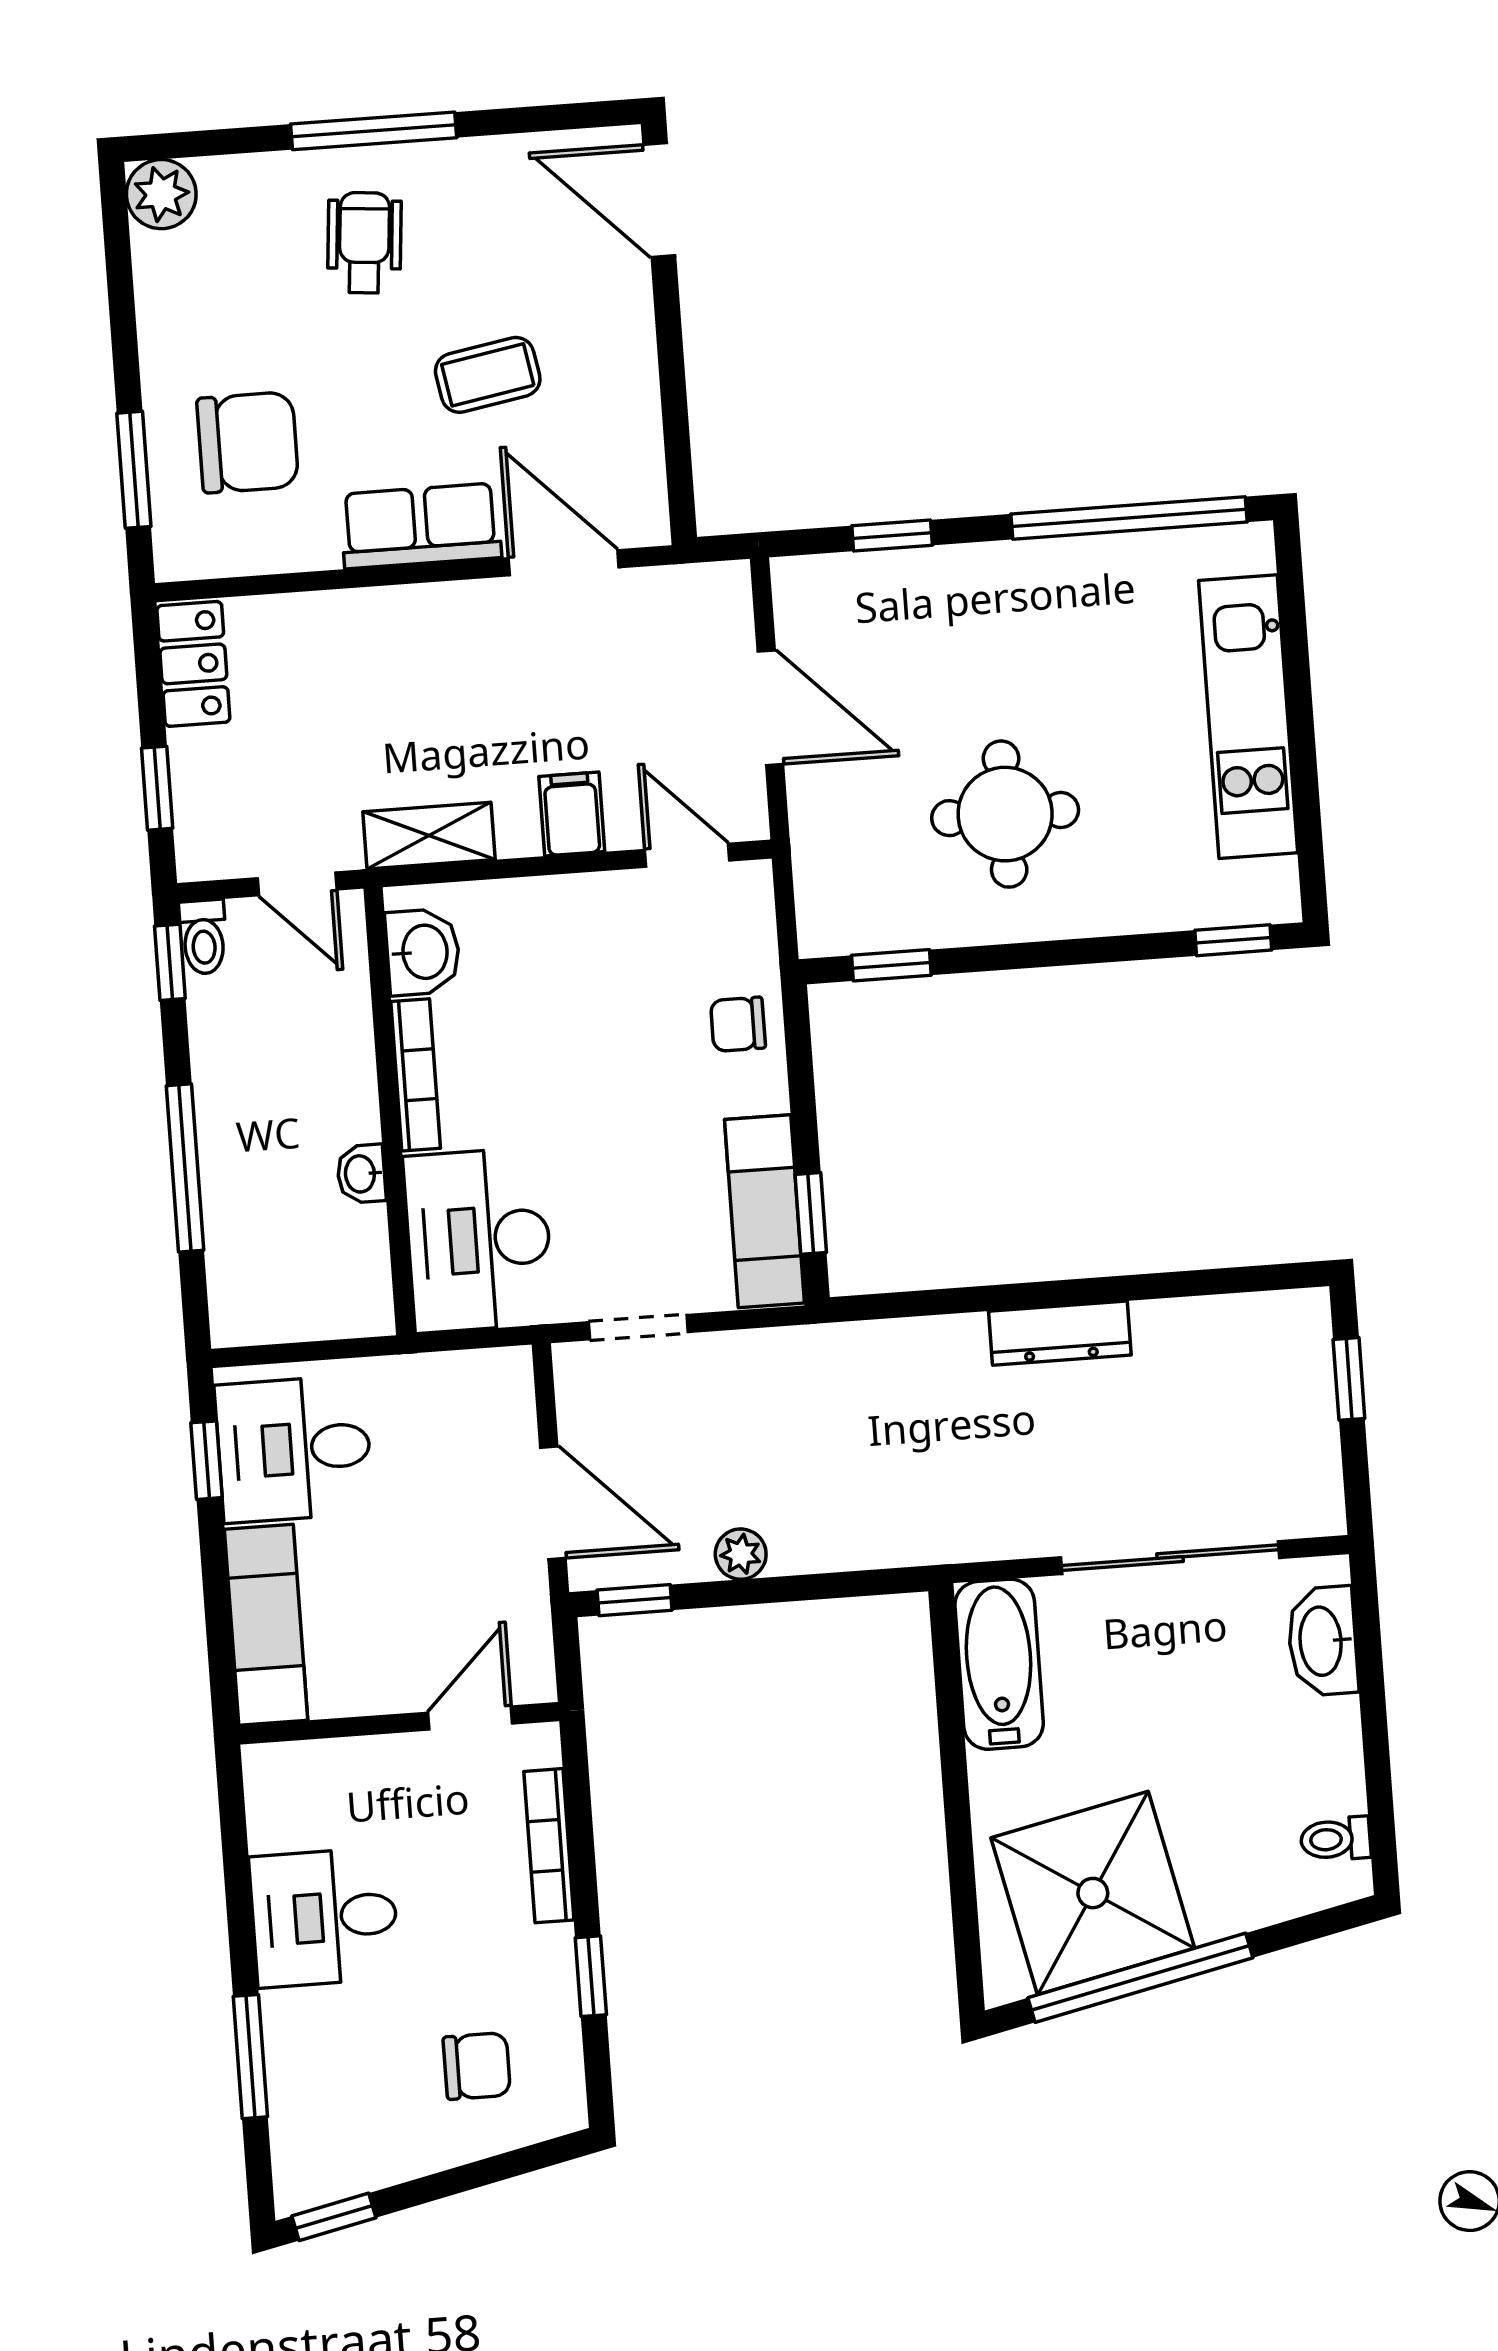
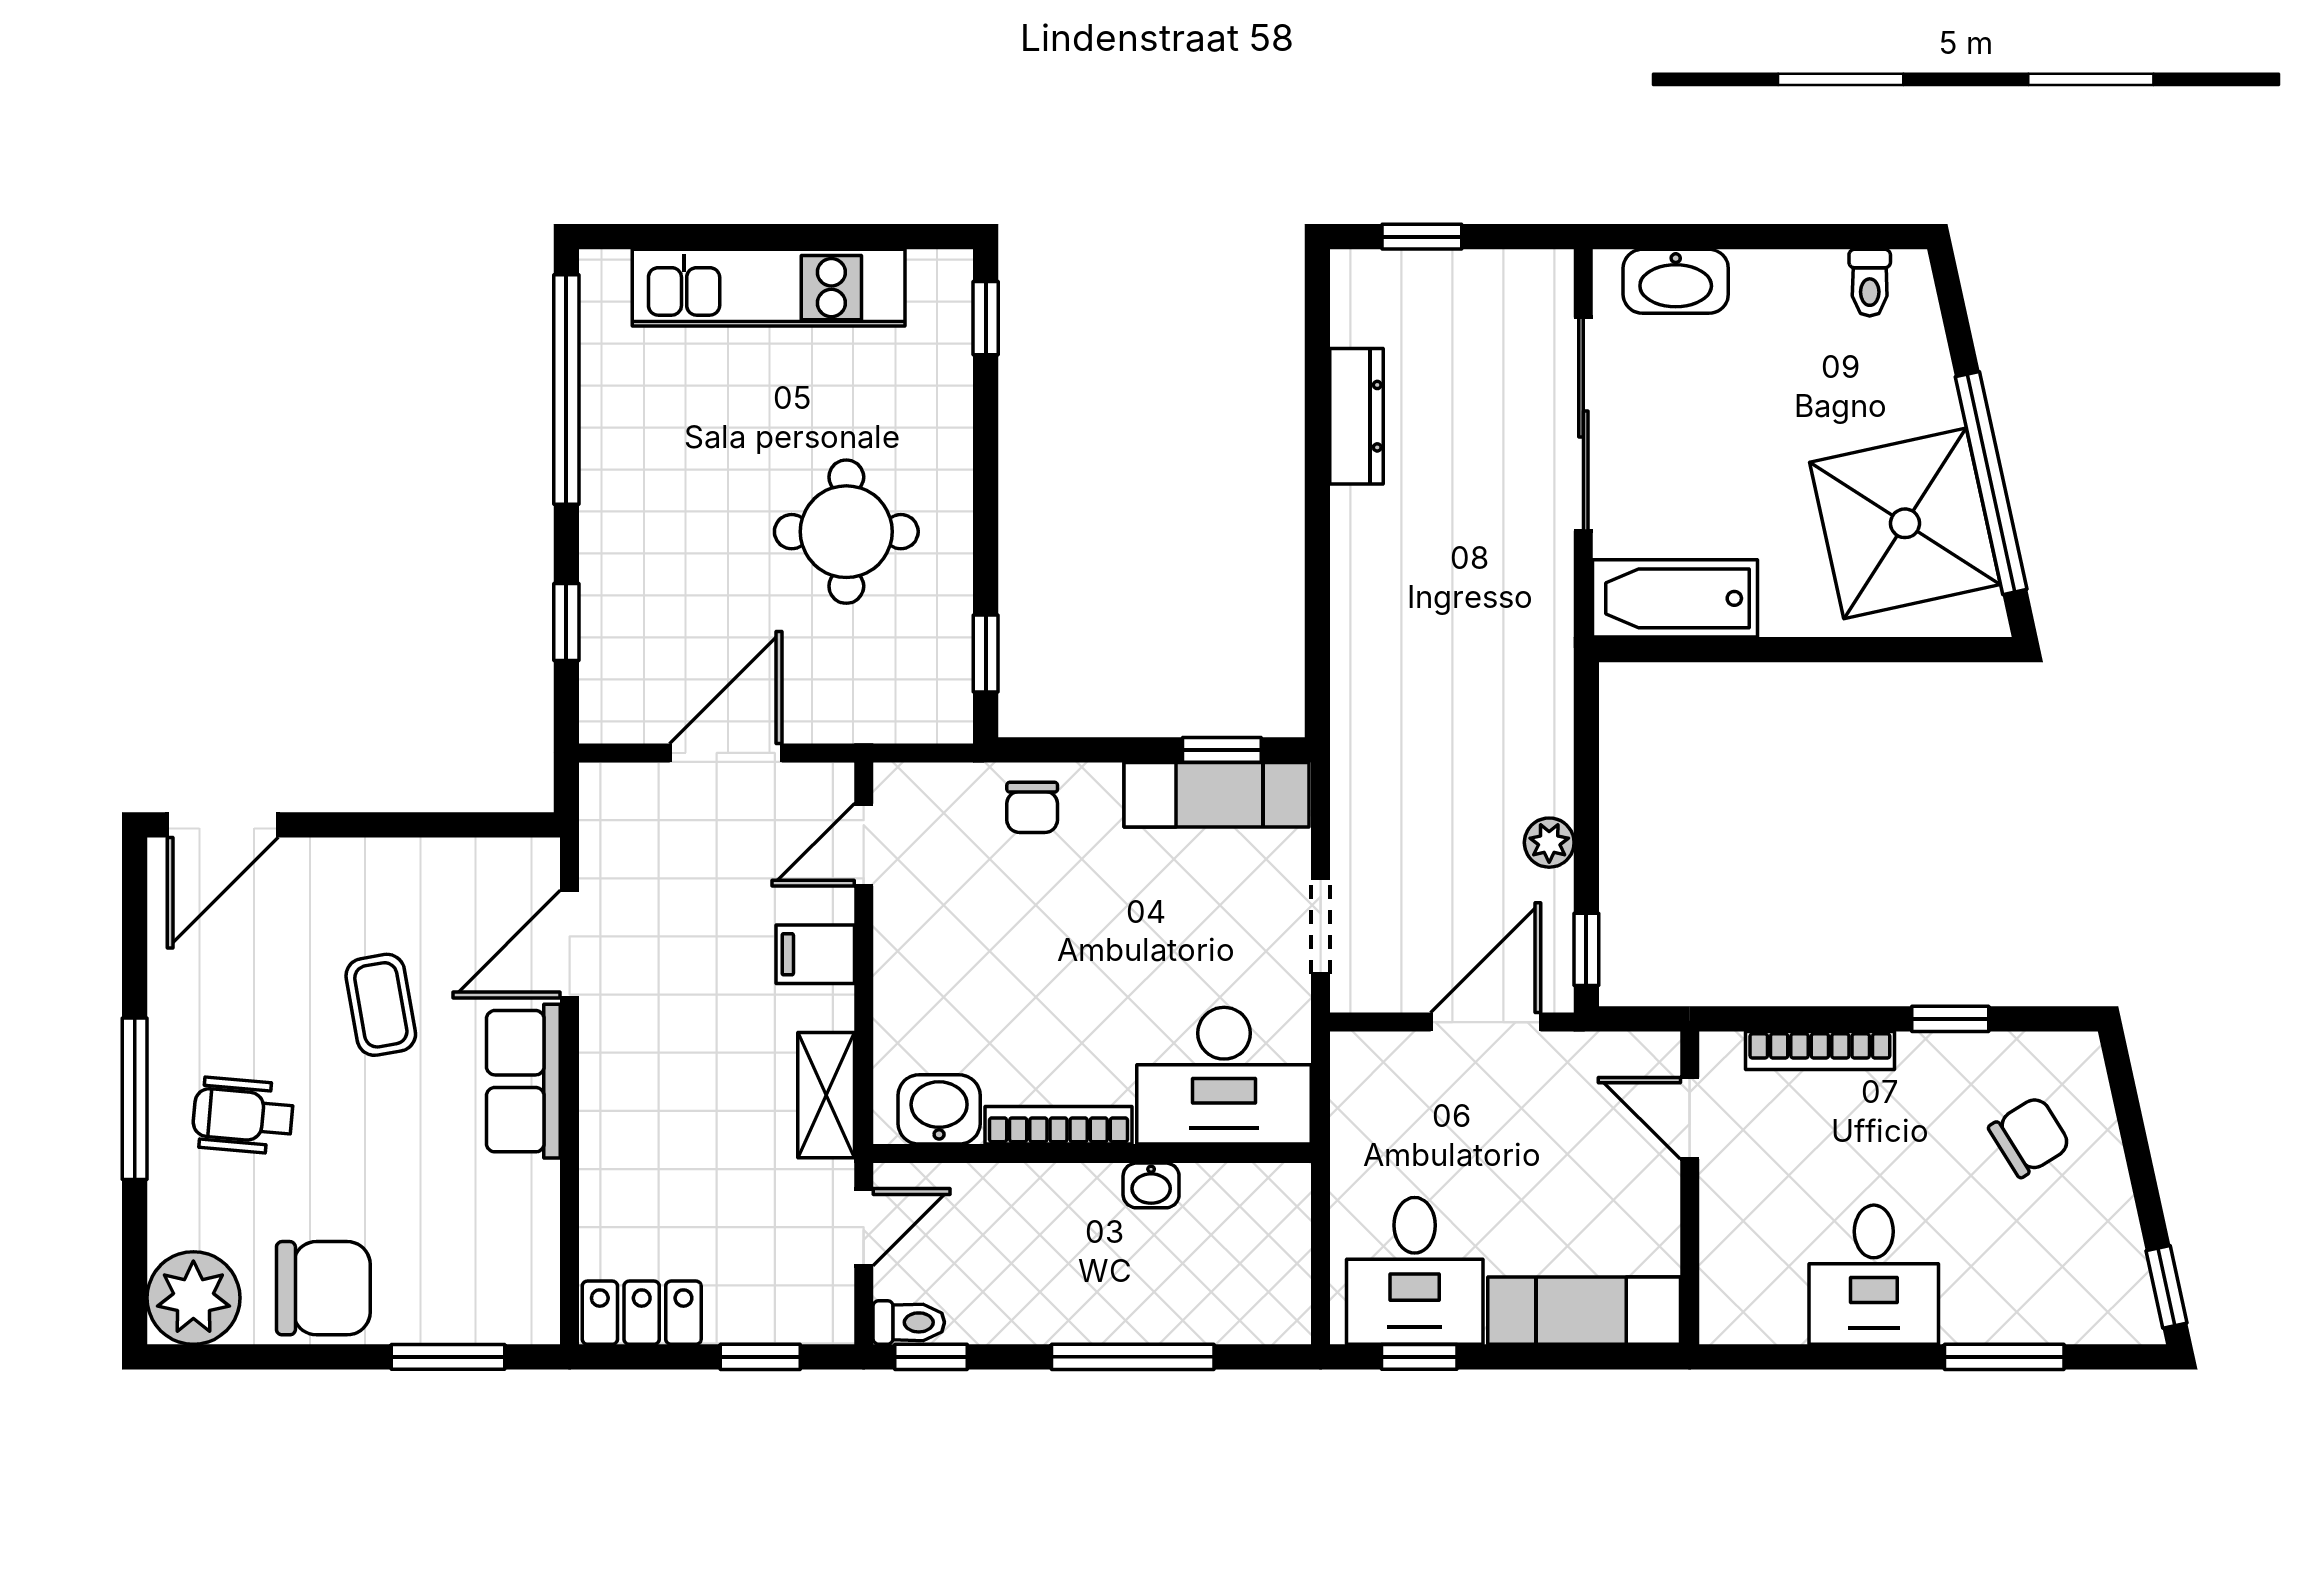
plant: (161, 194) -> (193, 1298), width x1.36, depth x1.36
chair: (248, 442) -> (323, 1288), moved, turned 90
dresser: (1060, 1333) -> (1356, 416), moved
chair: (477, 2066) -> (2030, 1137), turned 58

